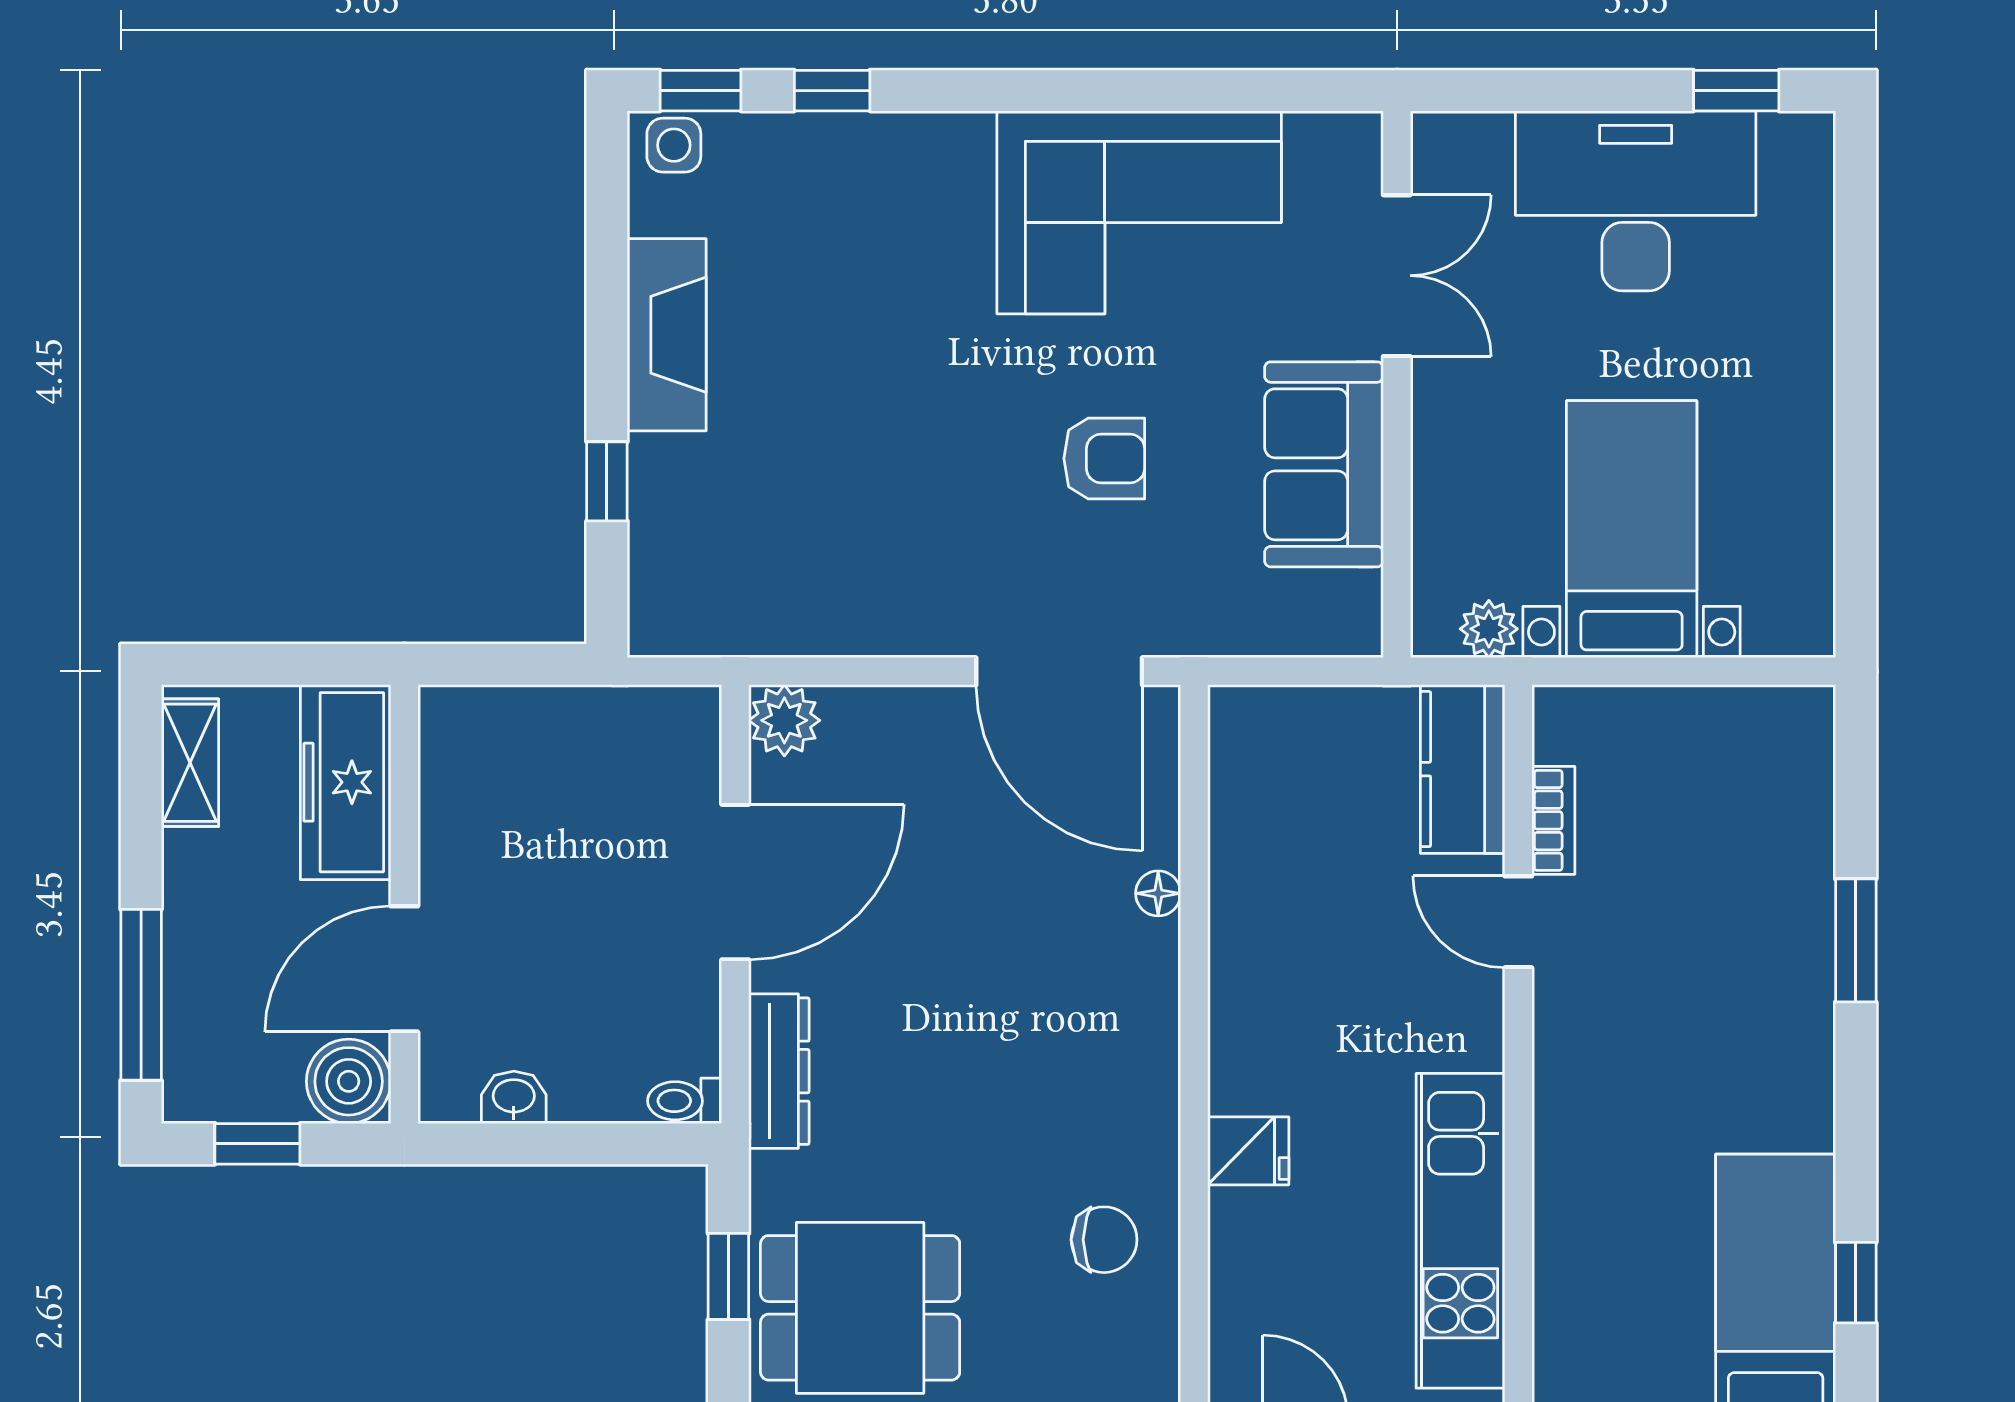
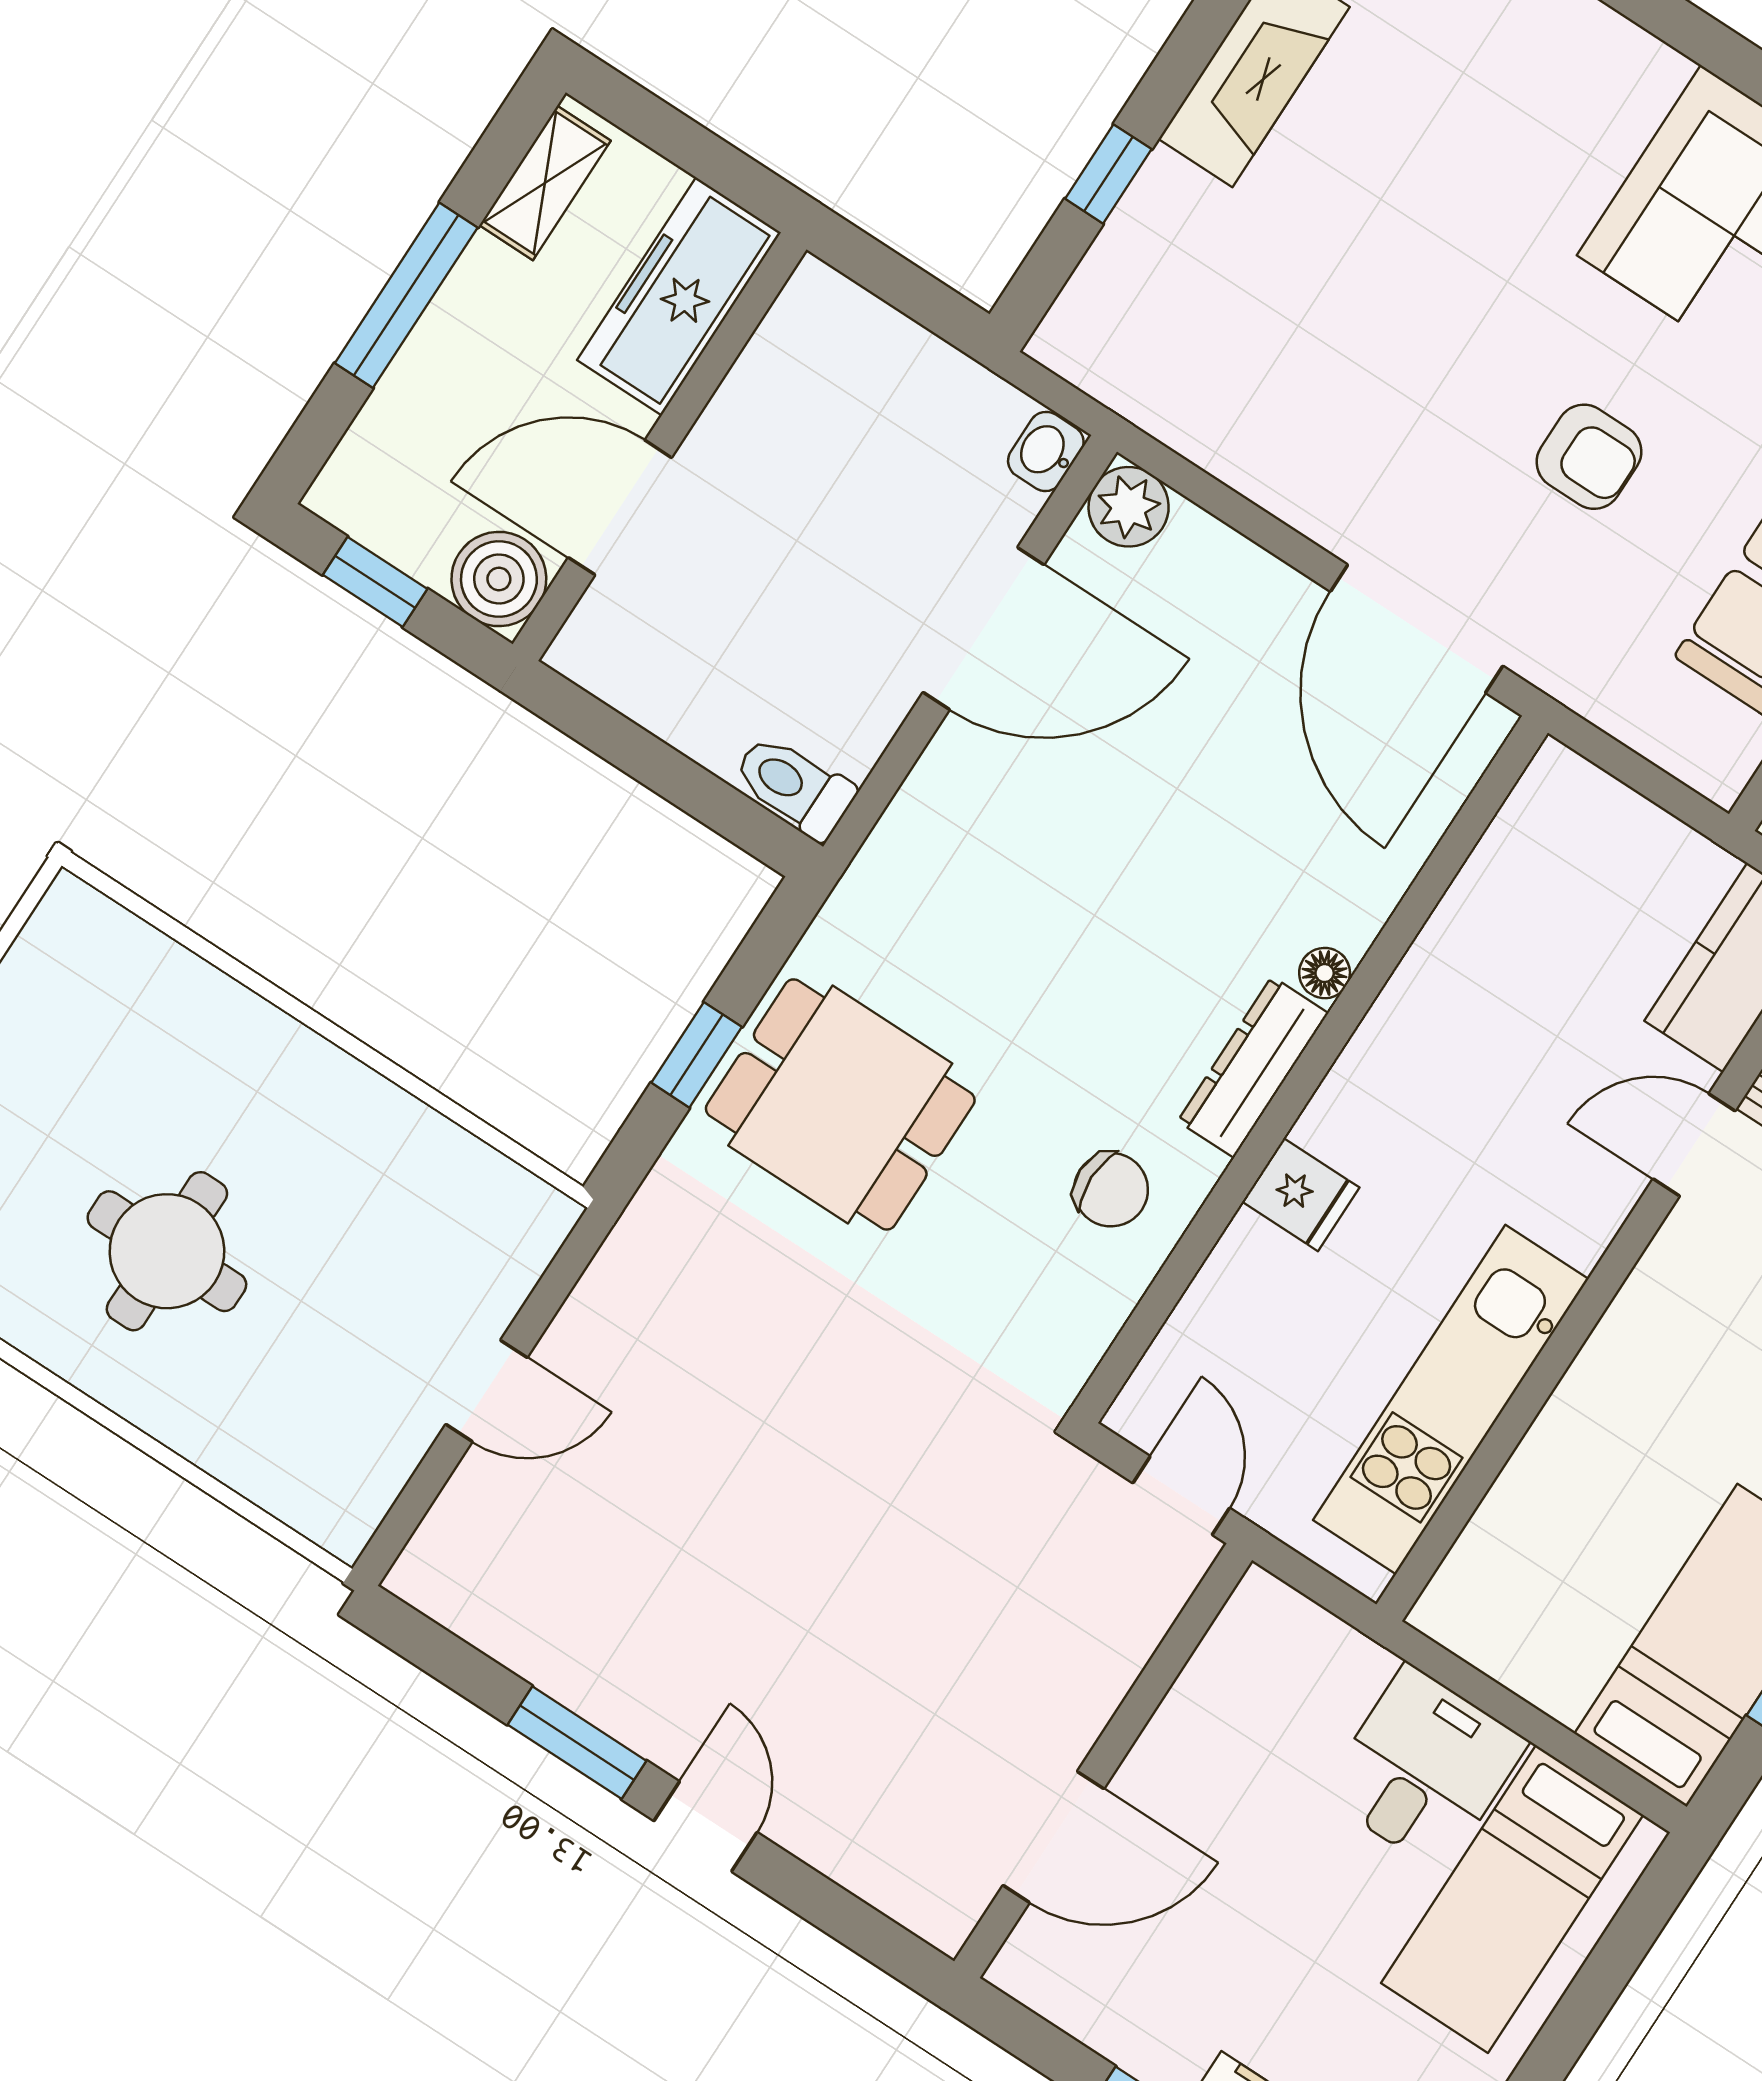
floor lamp: (1158, 893) -> (1325, 973), moved
door: (1518, 922) -> (1694, 1145), hinge flipped
window: (141, 995) -> (406, 295), moved
dresser: (779, 1071) -> (1253, 1067), moved, turned 180
washbasin: (514, 1097) -> (1046, 451), moved, turned -90
toilet: (685, 1101) -> (794, 786), width x1.37, depth x1.39
window: (728, 1276) -> (697, 1055), moved

